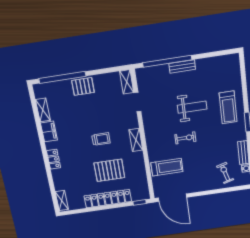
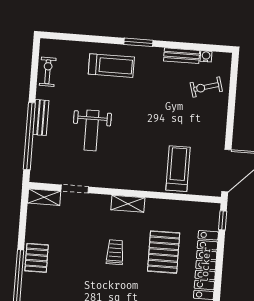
weight bench: (192, 107) -> (92, 130), moved, turned 180
exercise bike: (185, 138) -> (48, 72), moved

